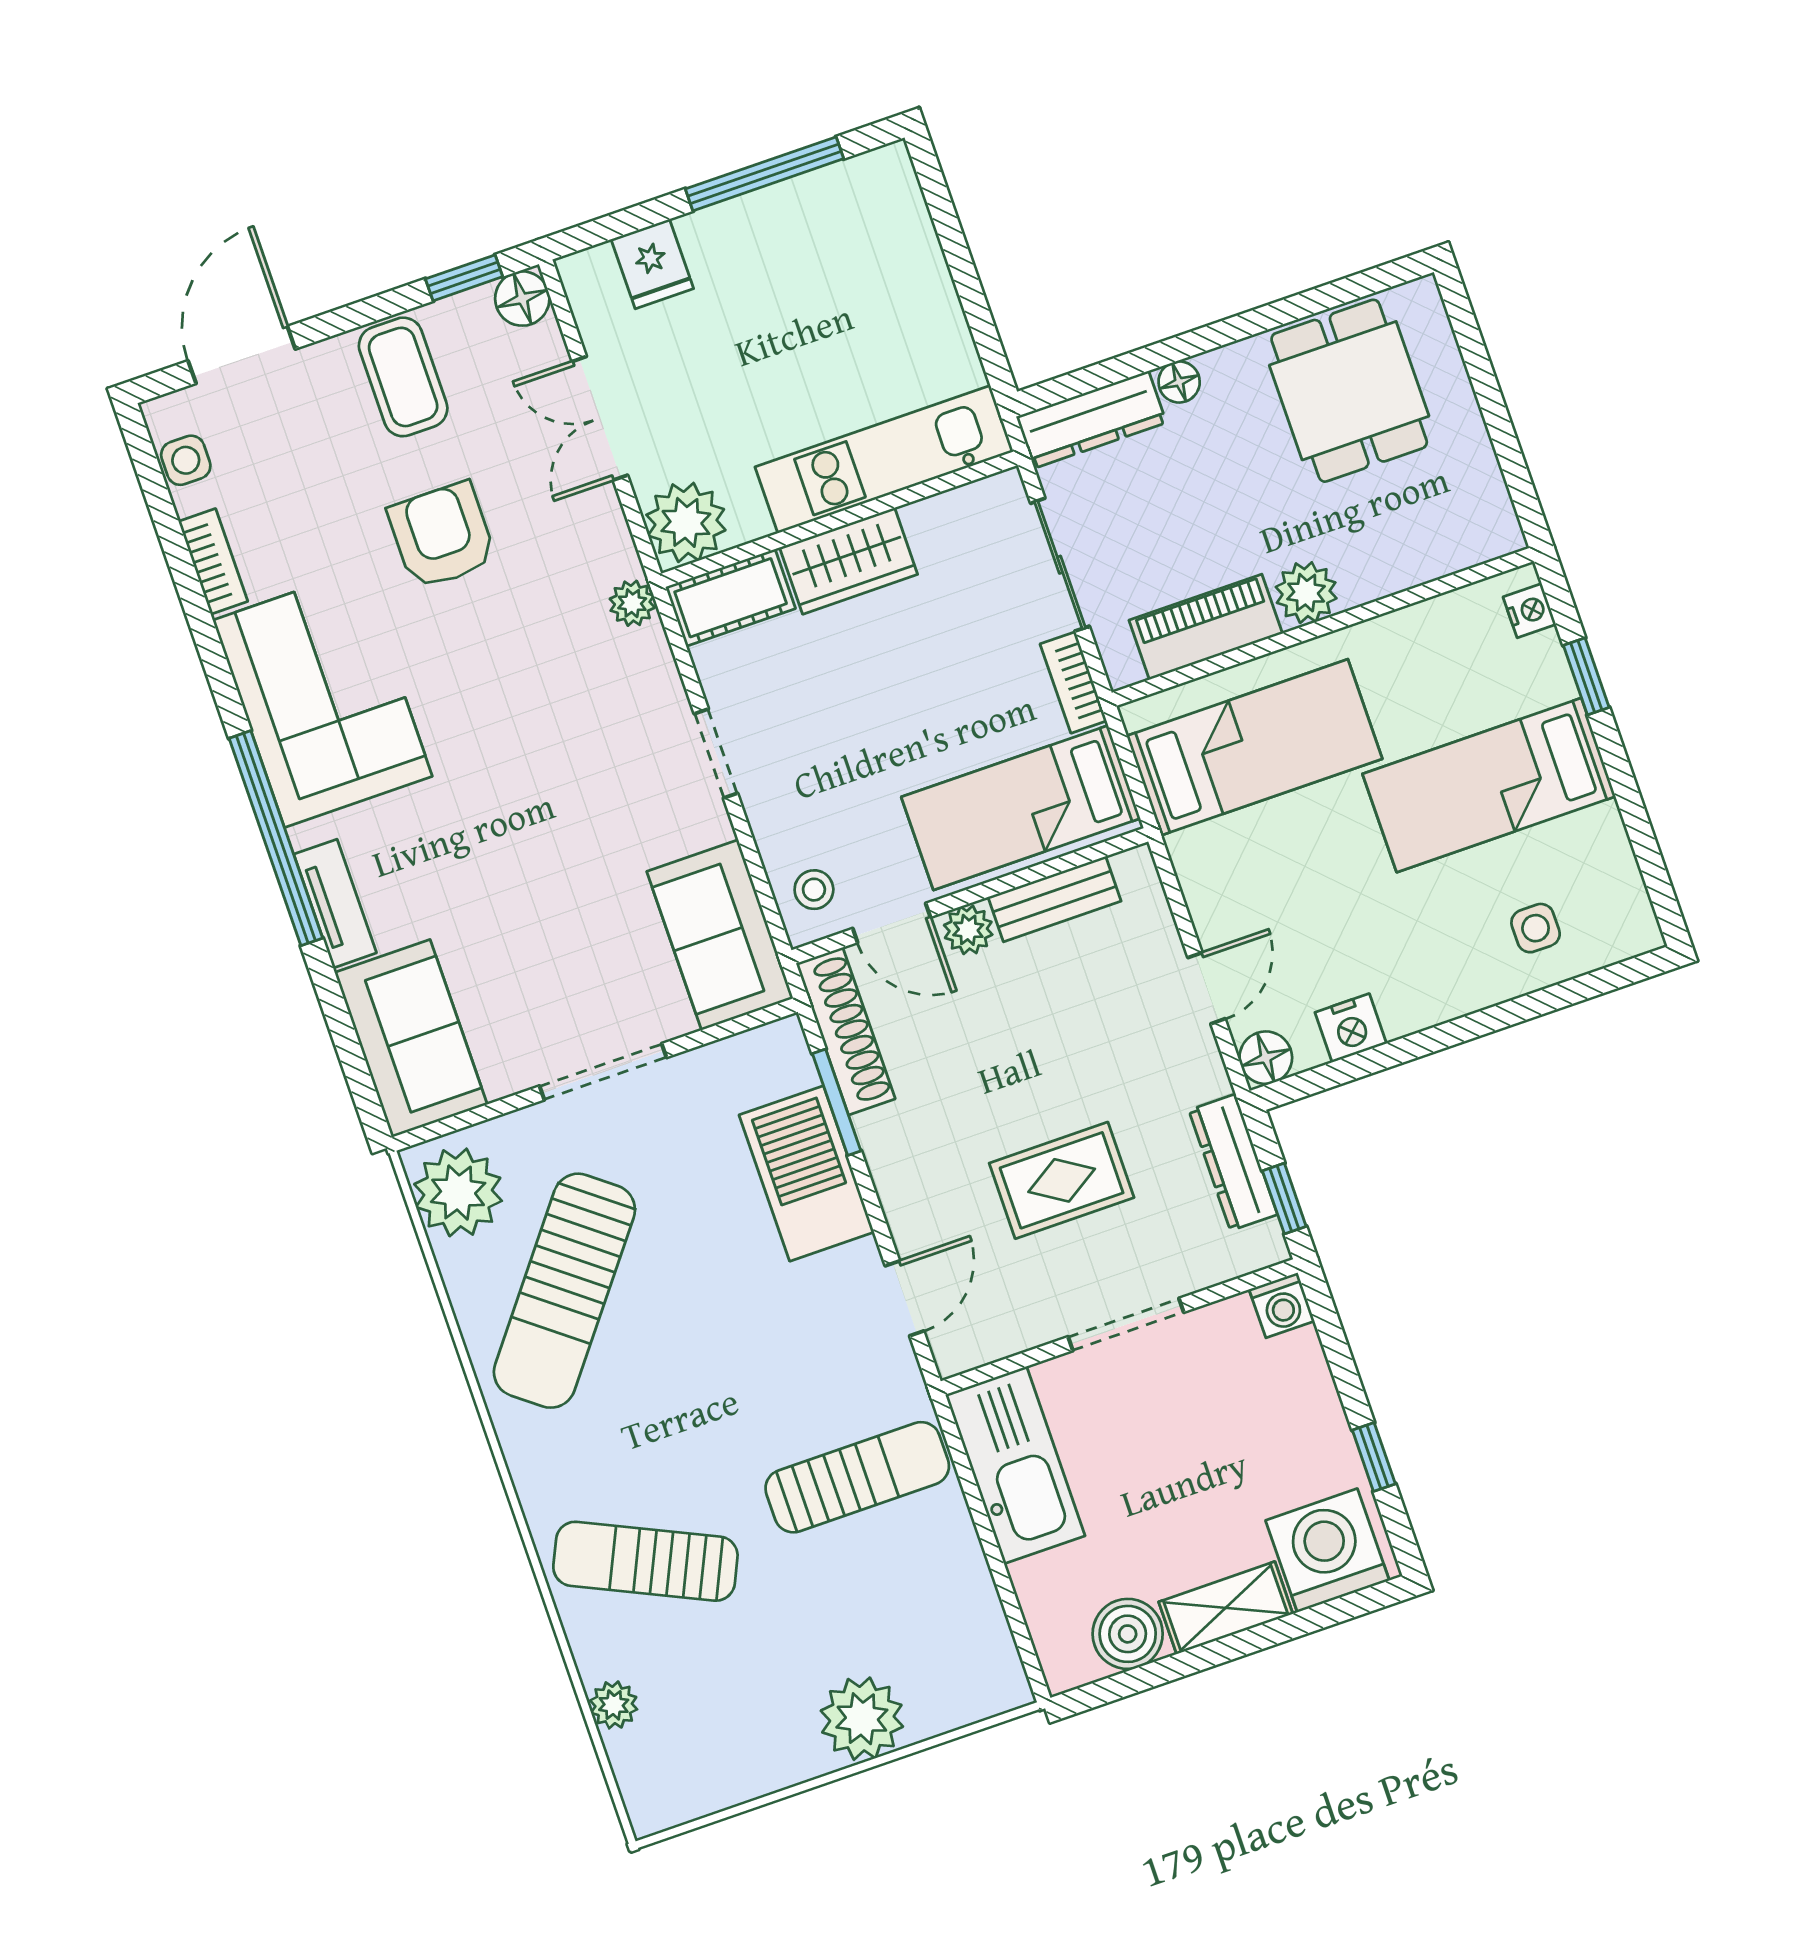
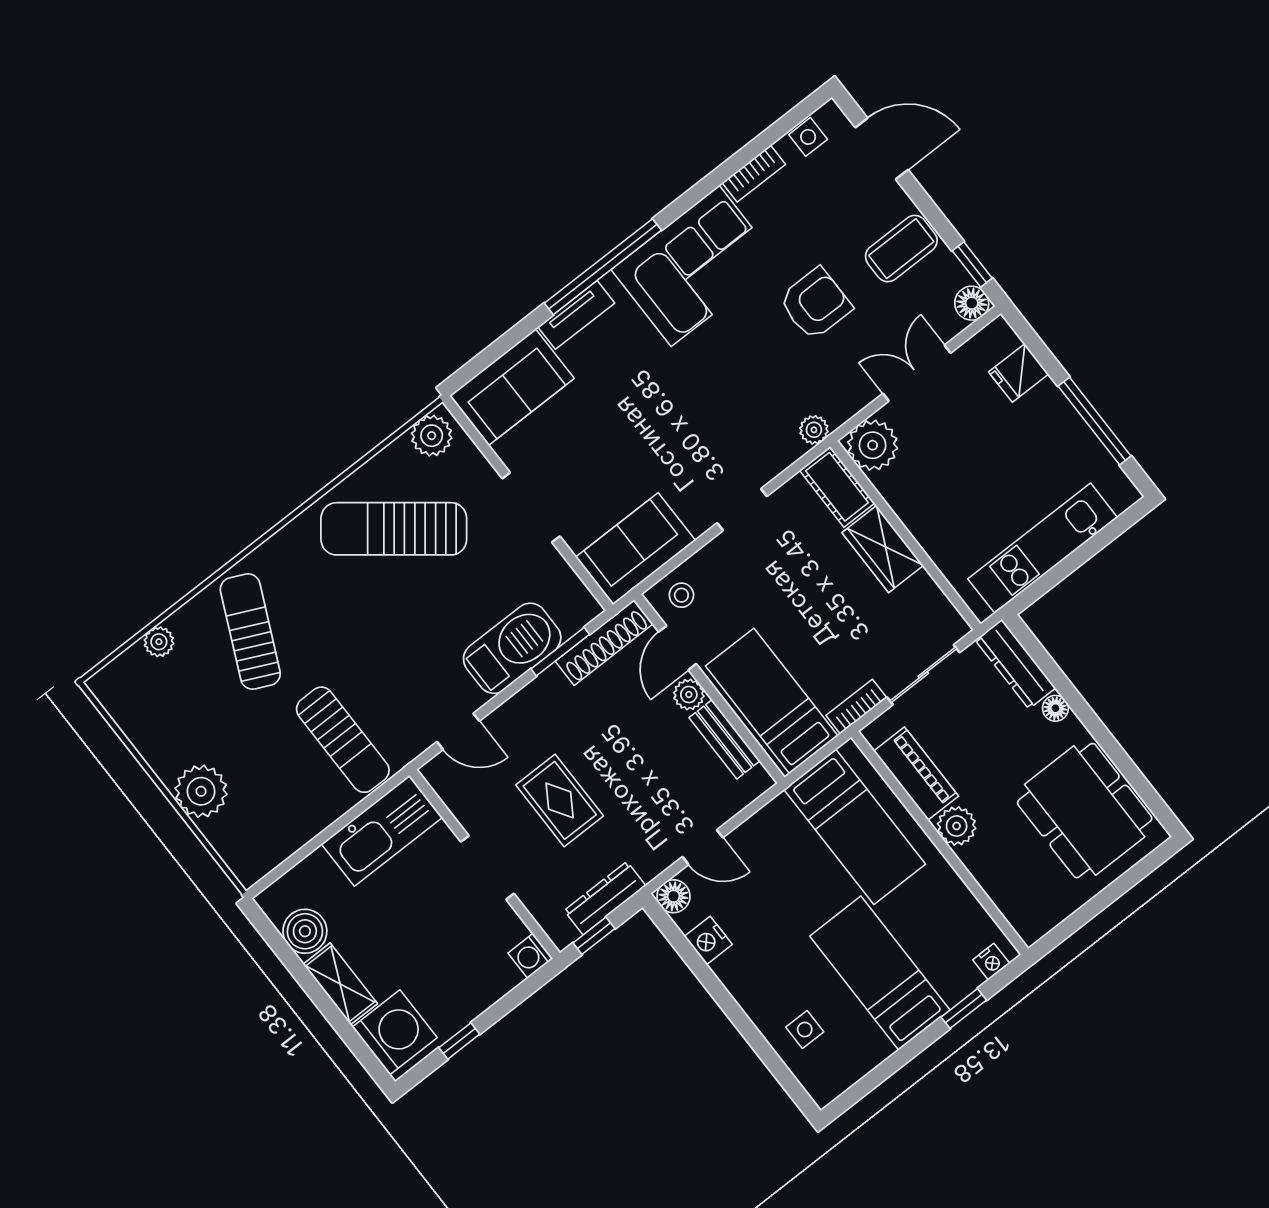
dining table: (1349, 391) -> (1085, 811), width x1.38
kitchen unit: (884, 459) -> (1043, 548), moved, turned -90
plant: (458, 1192) -> (432, 436), width x0.73, depth x0.73

